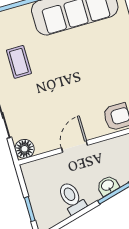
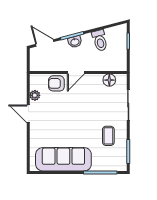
door: (74, 146) -> (76, 72), moved
floor lamp: (24, 149) -> (109, 80), moved

